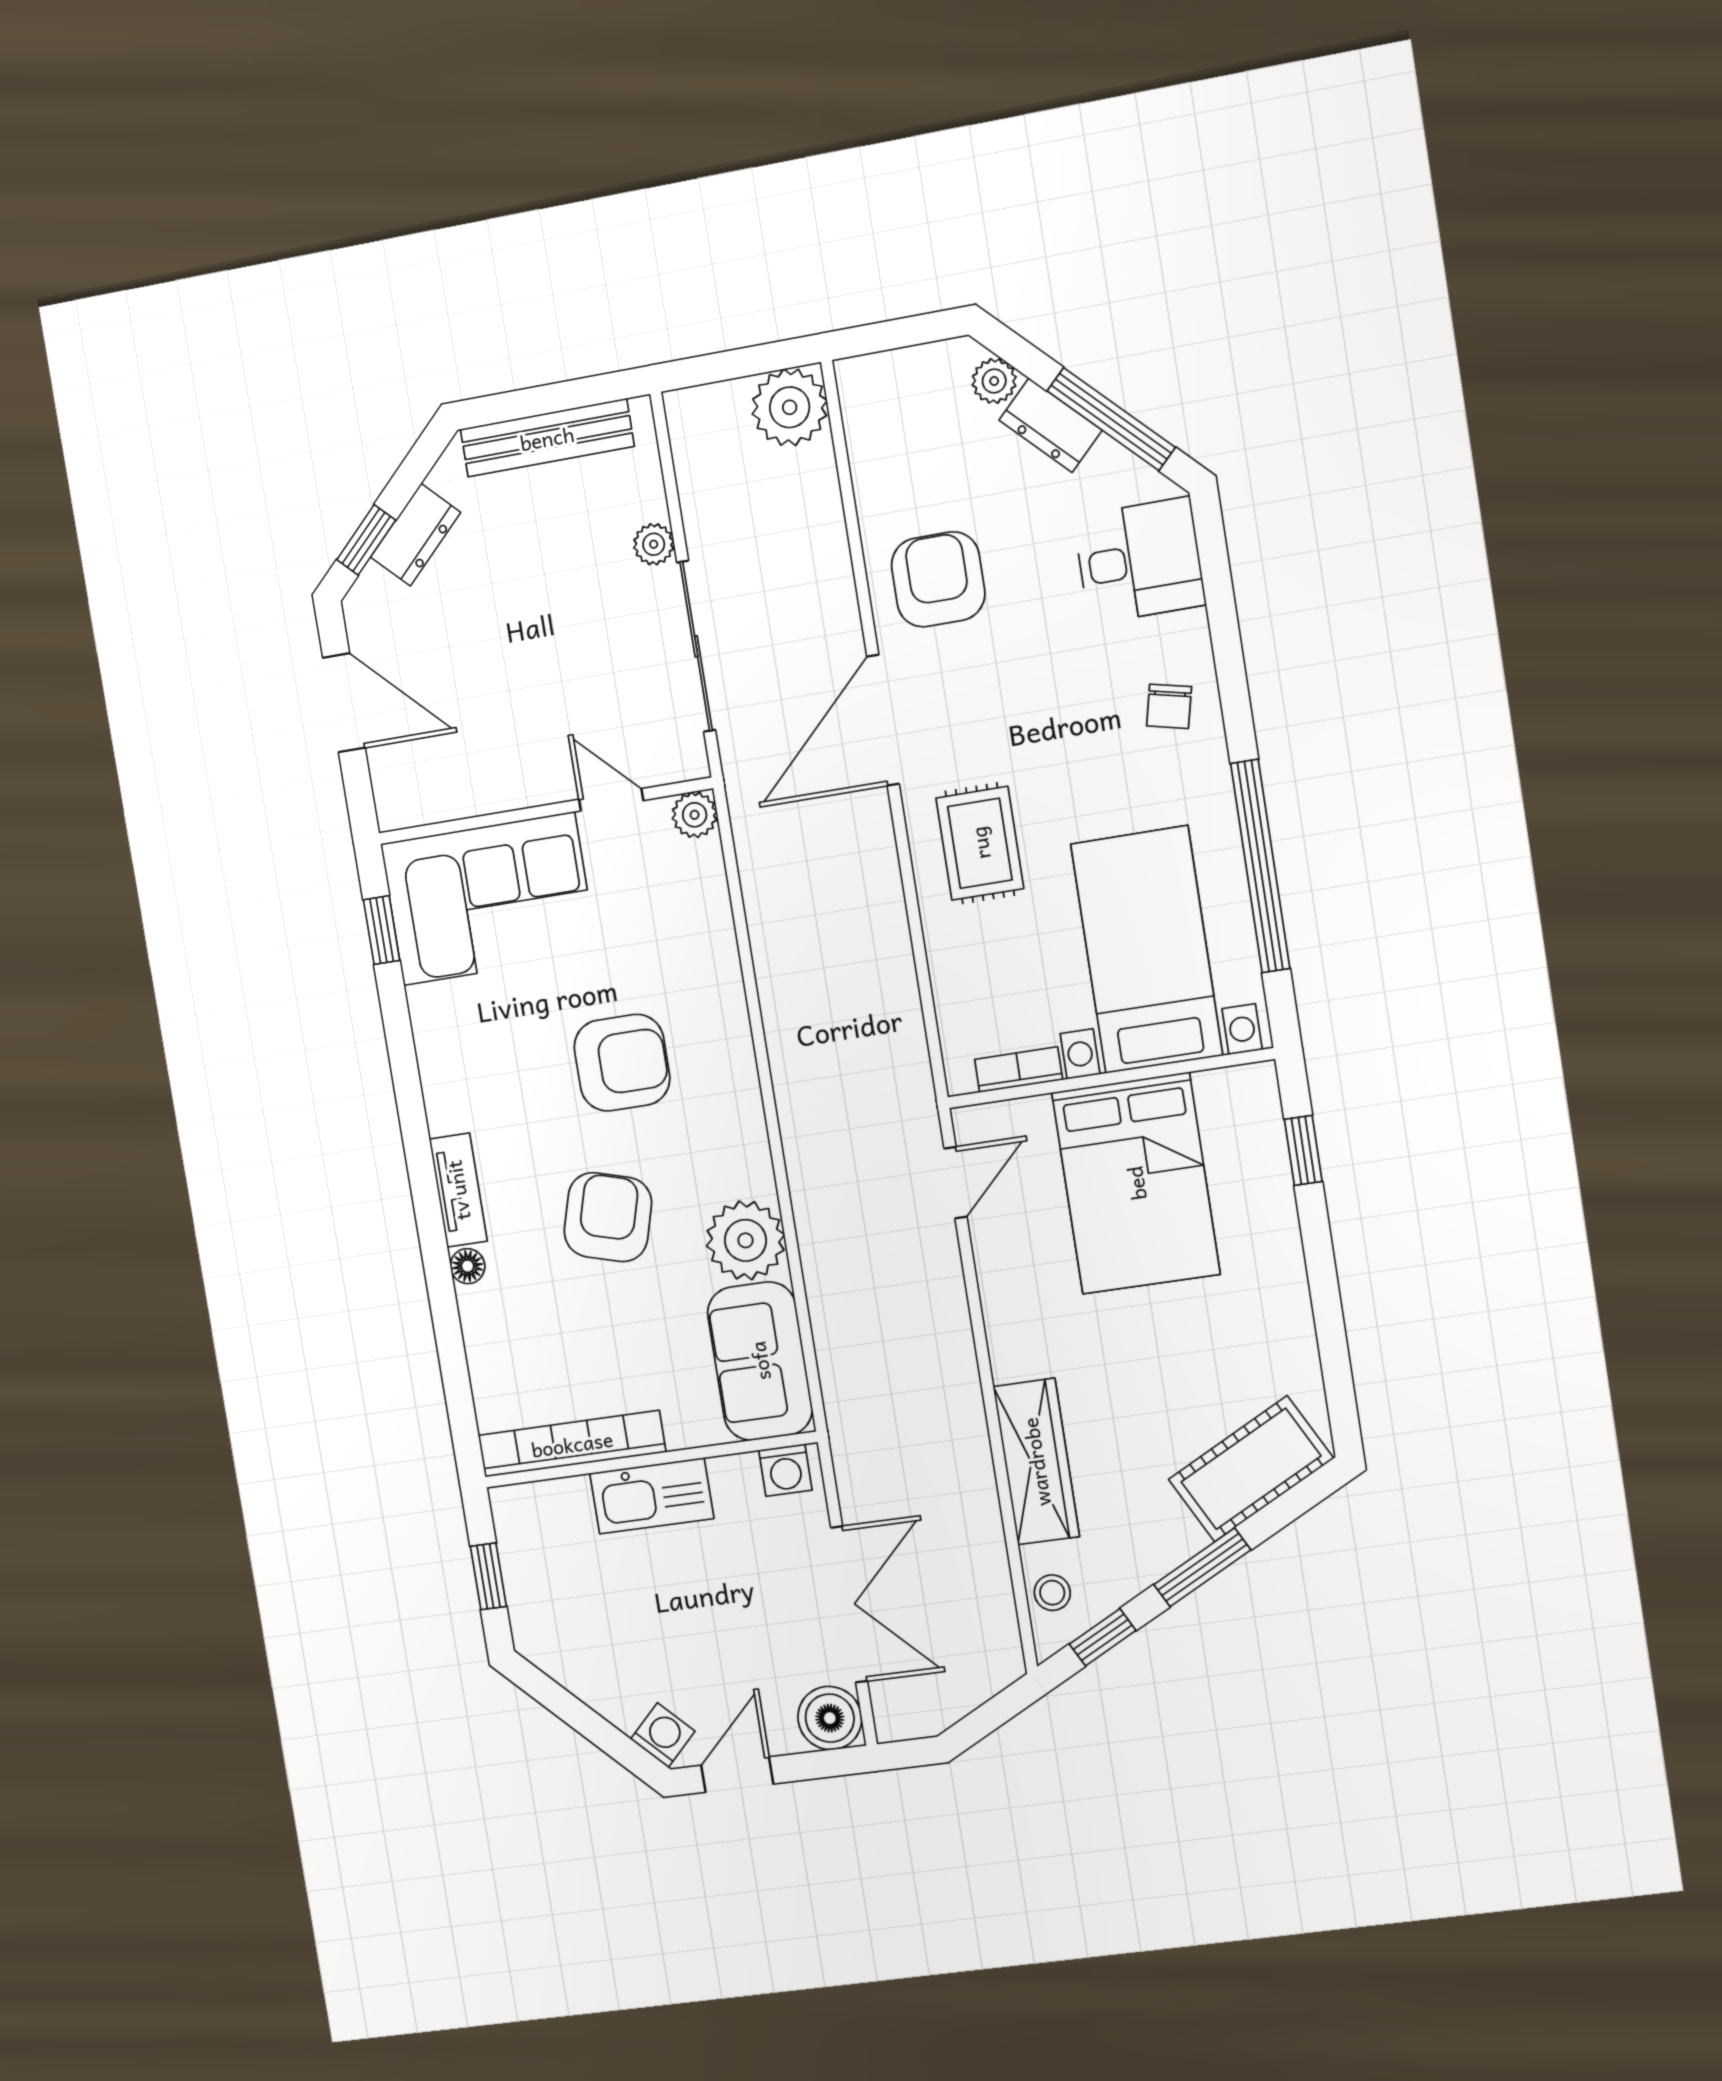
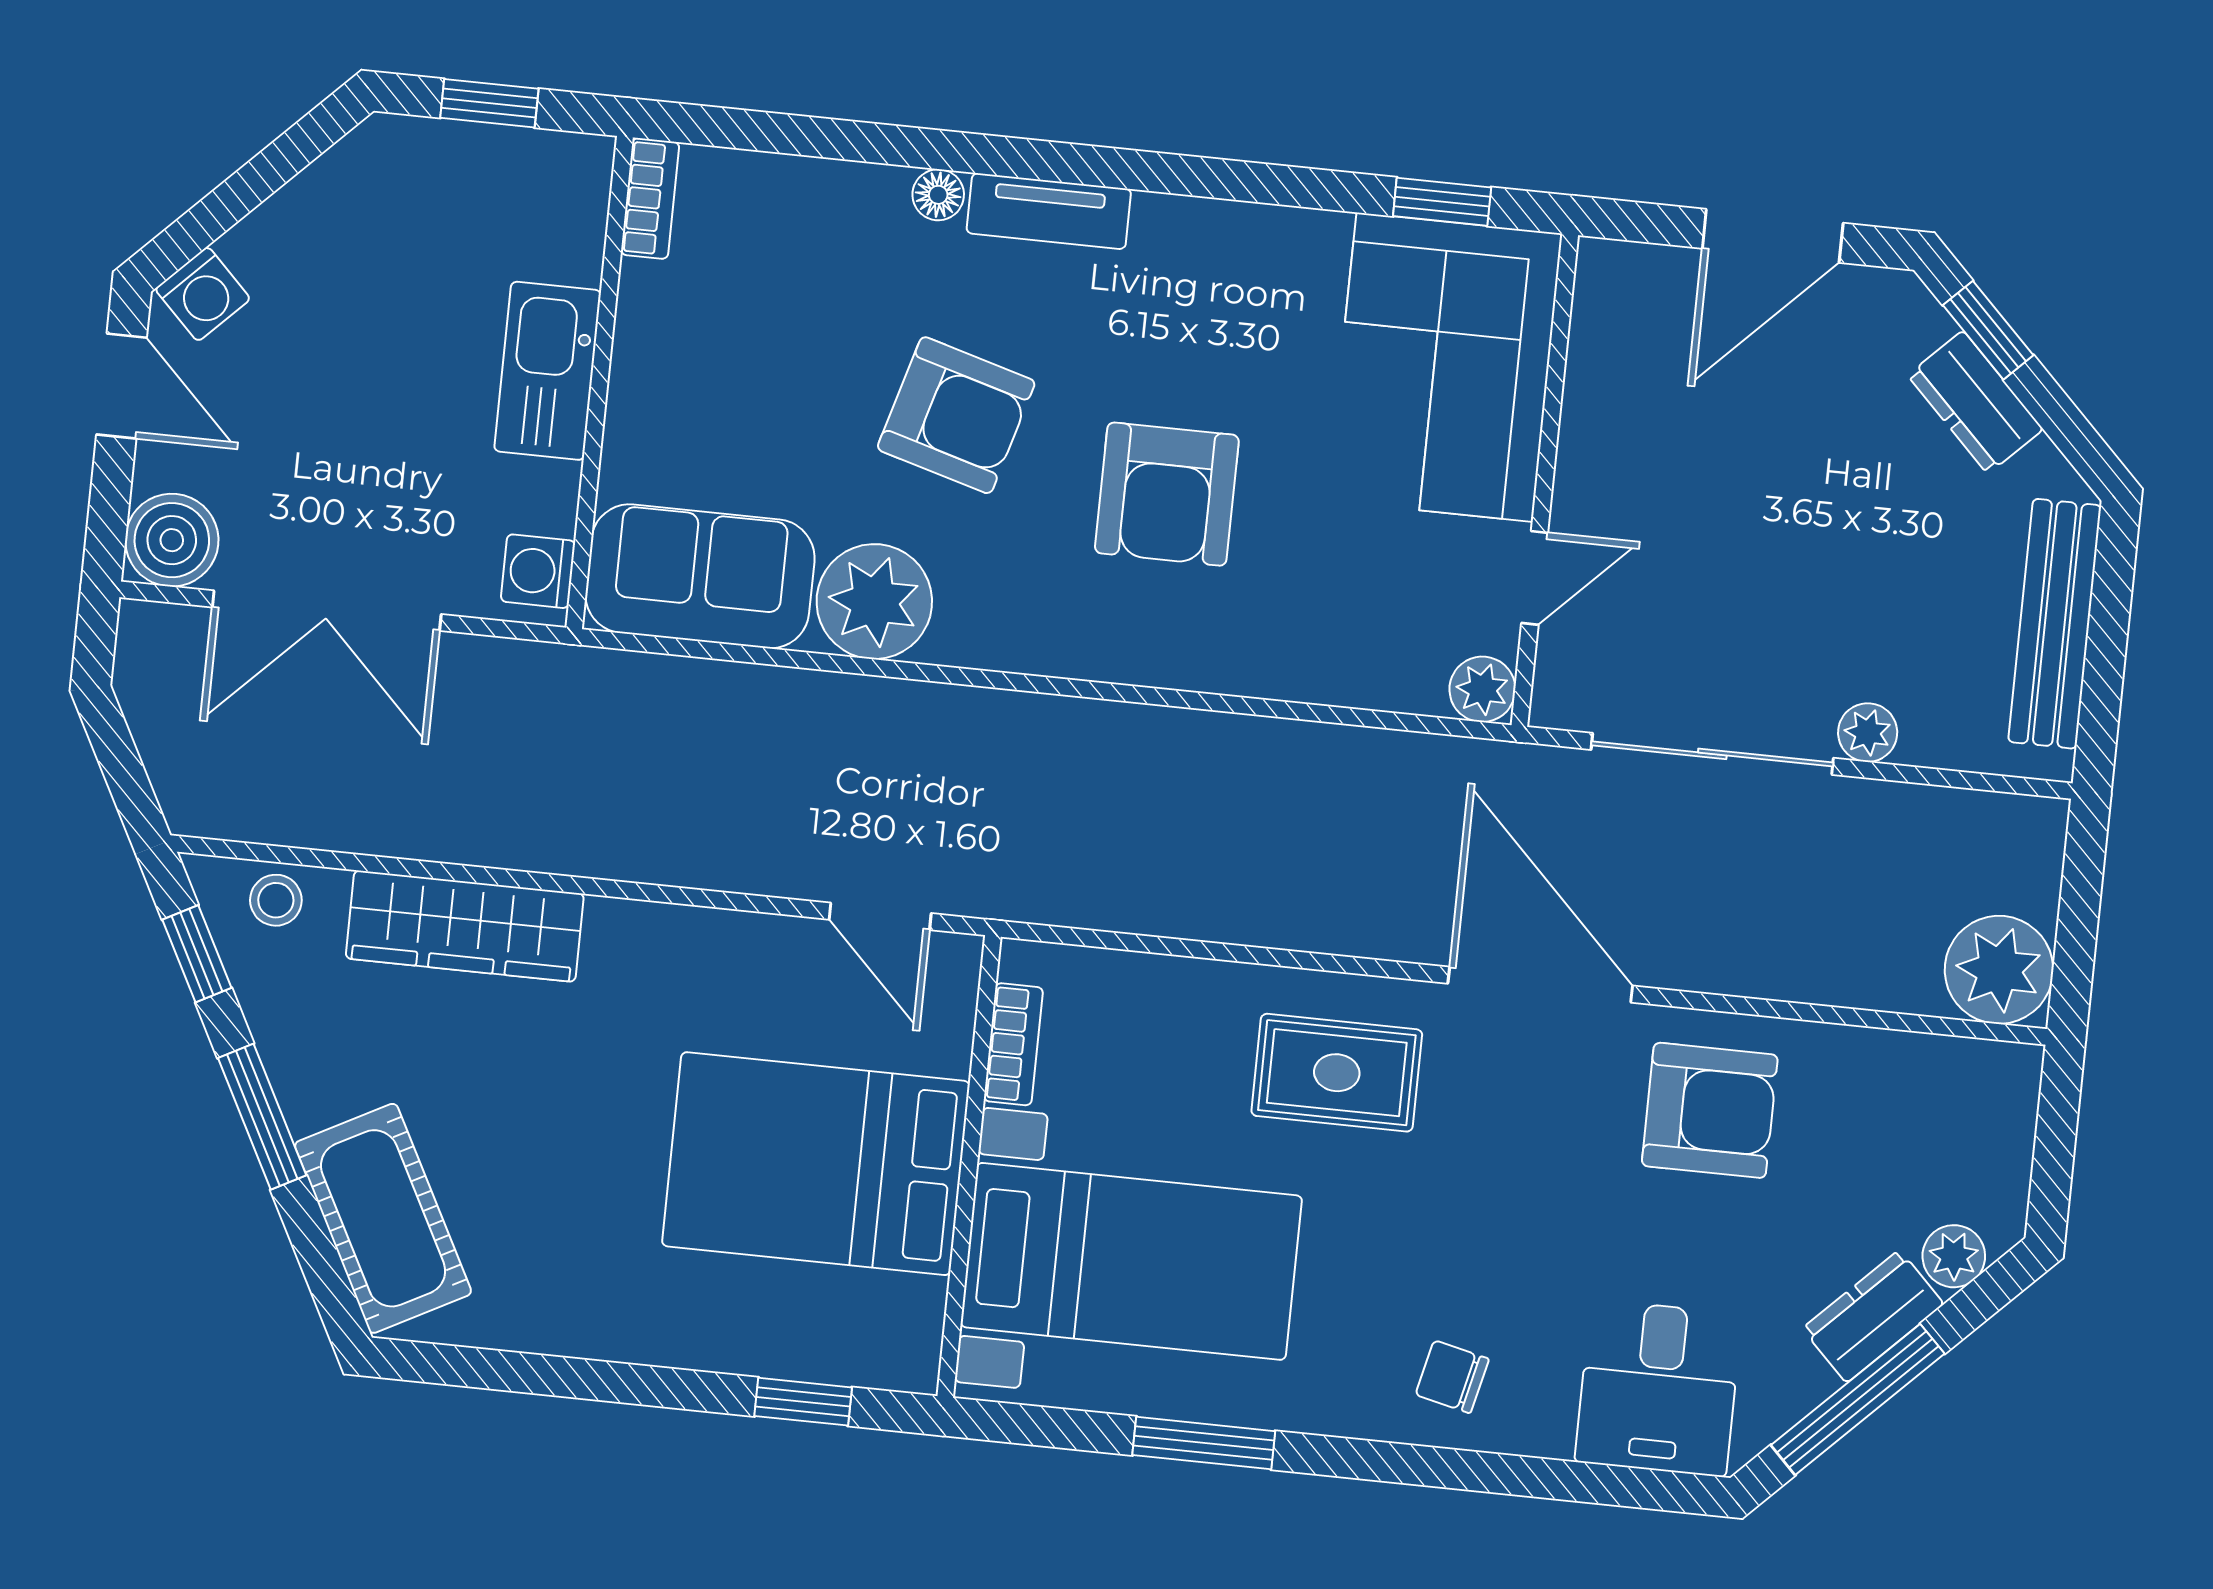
window: (1260, 866) -> (1204, 1443), width x0.47
bookcase: (572, 1444) -> (650, 198), width x0.43, depth x0.76

